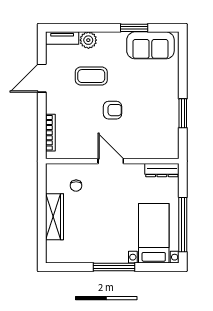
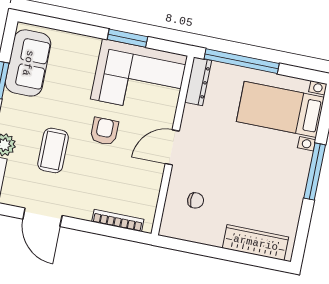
corner sofa: (156, 127) -> (139, 77), added
wardrobe: (54, 217) -> (256, 243), moved
window: (183, 225) -> (242, 61), moved

